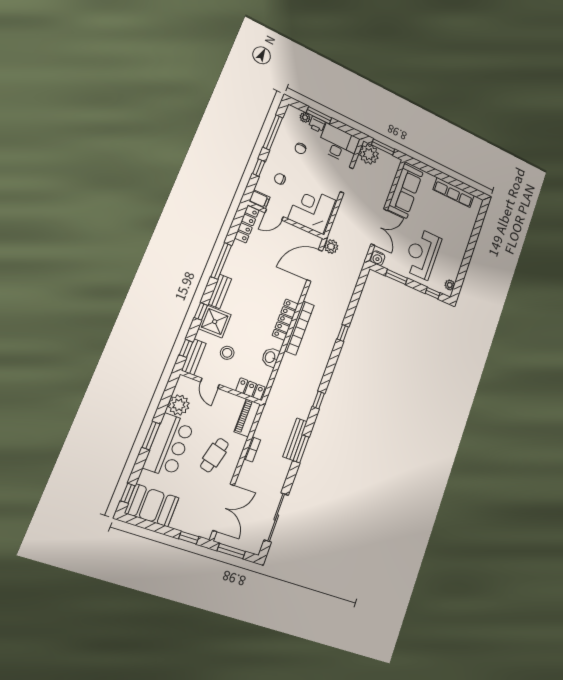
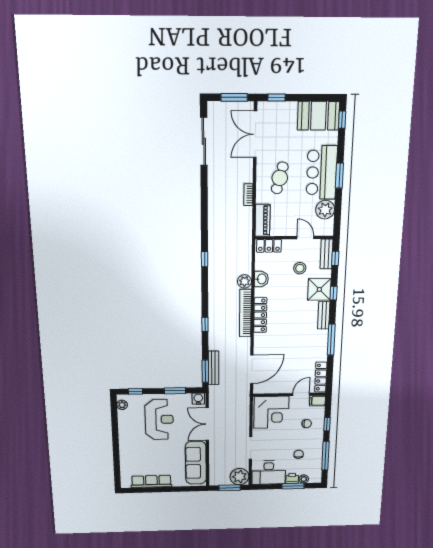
plant: (331, 246) -> (245, 281), moved
bench: (295, 439) -> (213, 368), moved
window: (301, 449) -> (205, 371), moved

